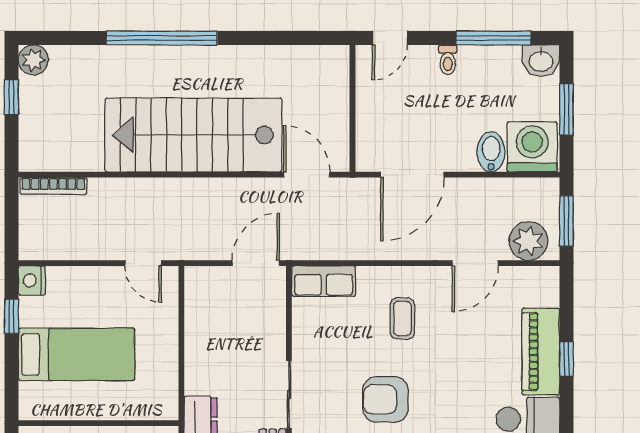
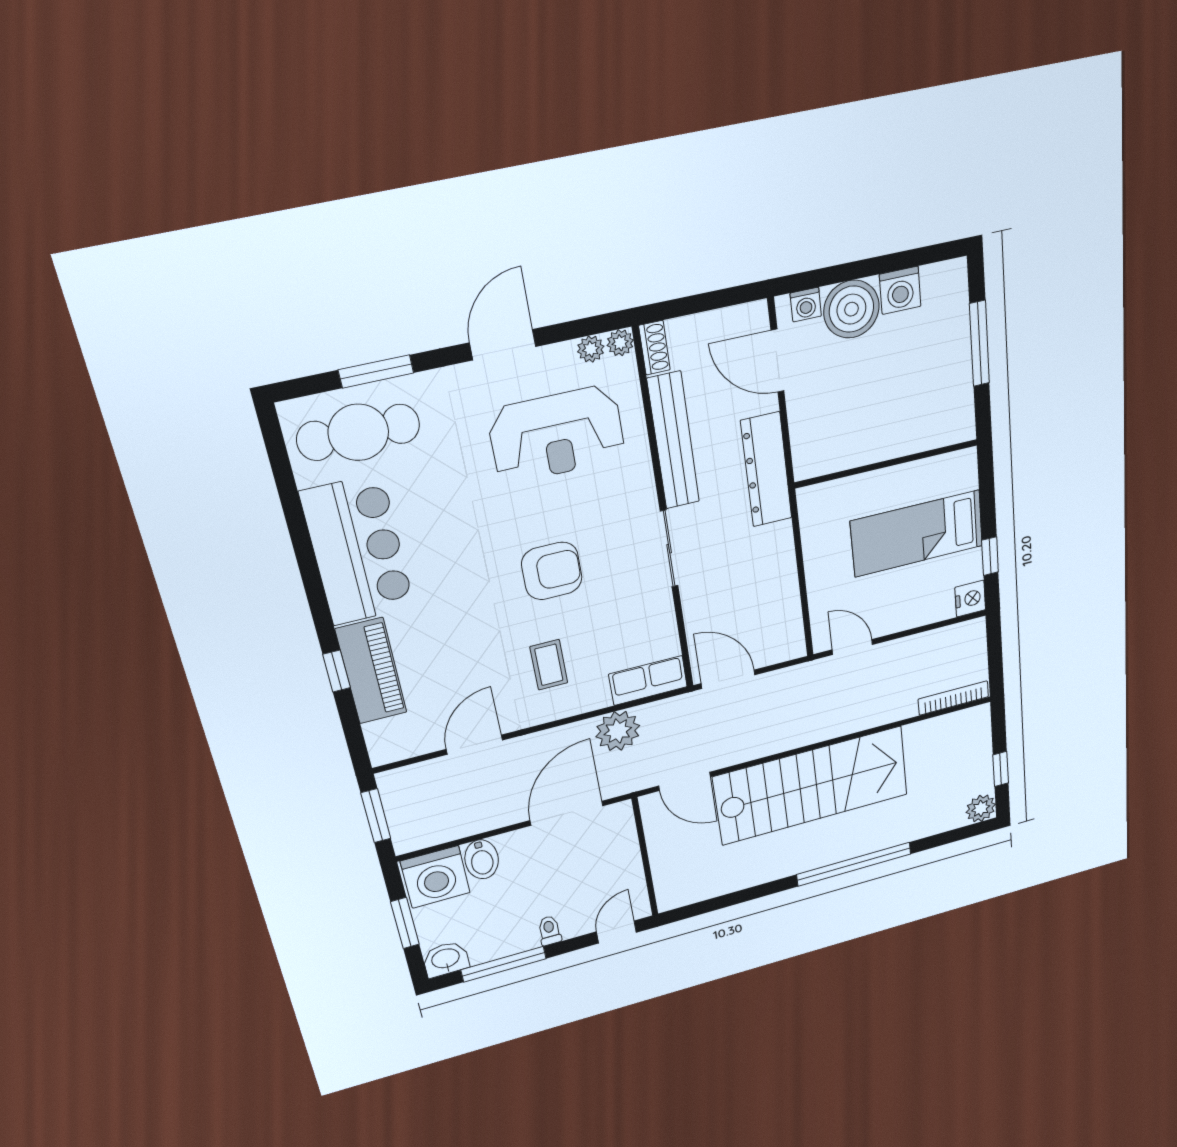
plant: (528, 241) -> (618, 731), moved
door: (256, 263) -> (728, 679), swing flipped

